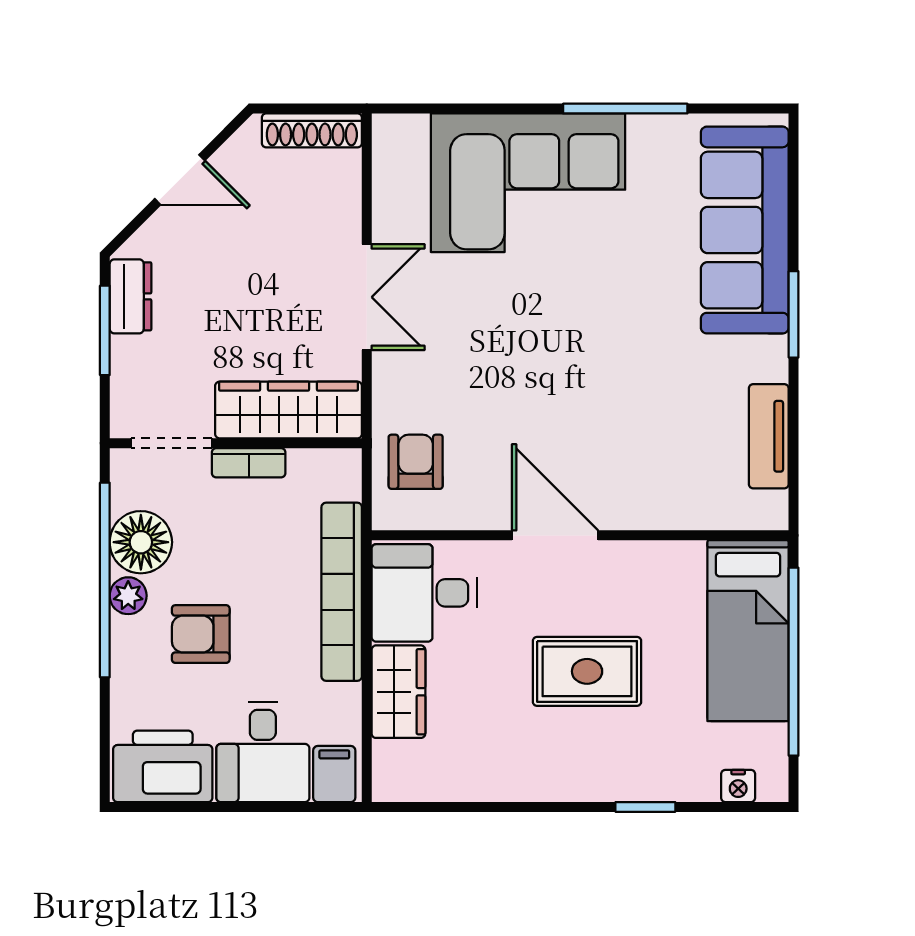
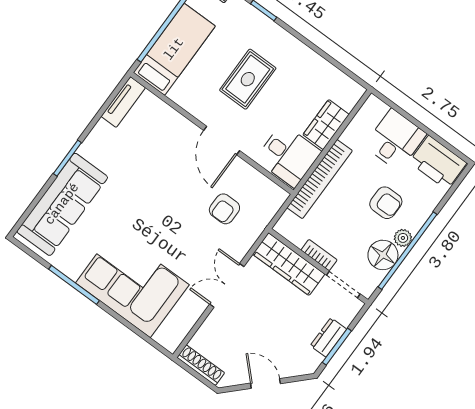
dresser: (130, 296) -> (328, 337), moved
tv unit: (769, 436) -> (123, 102), moved
armchair: (416, 462) -> (224, 209), moved
rug: (587, 671) -> (248, 79), turned 90
filing cabinet: (334, 774) -> (374, 111), removed

